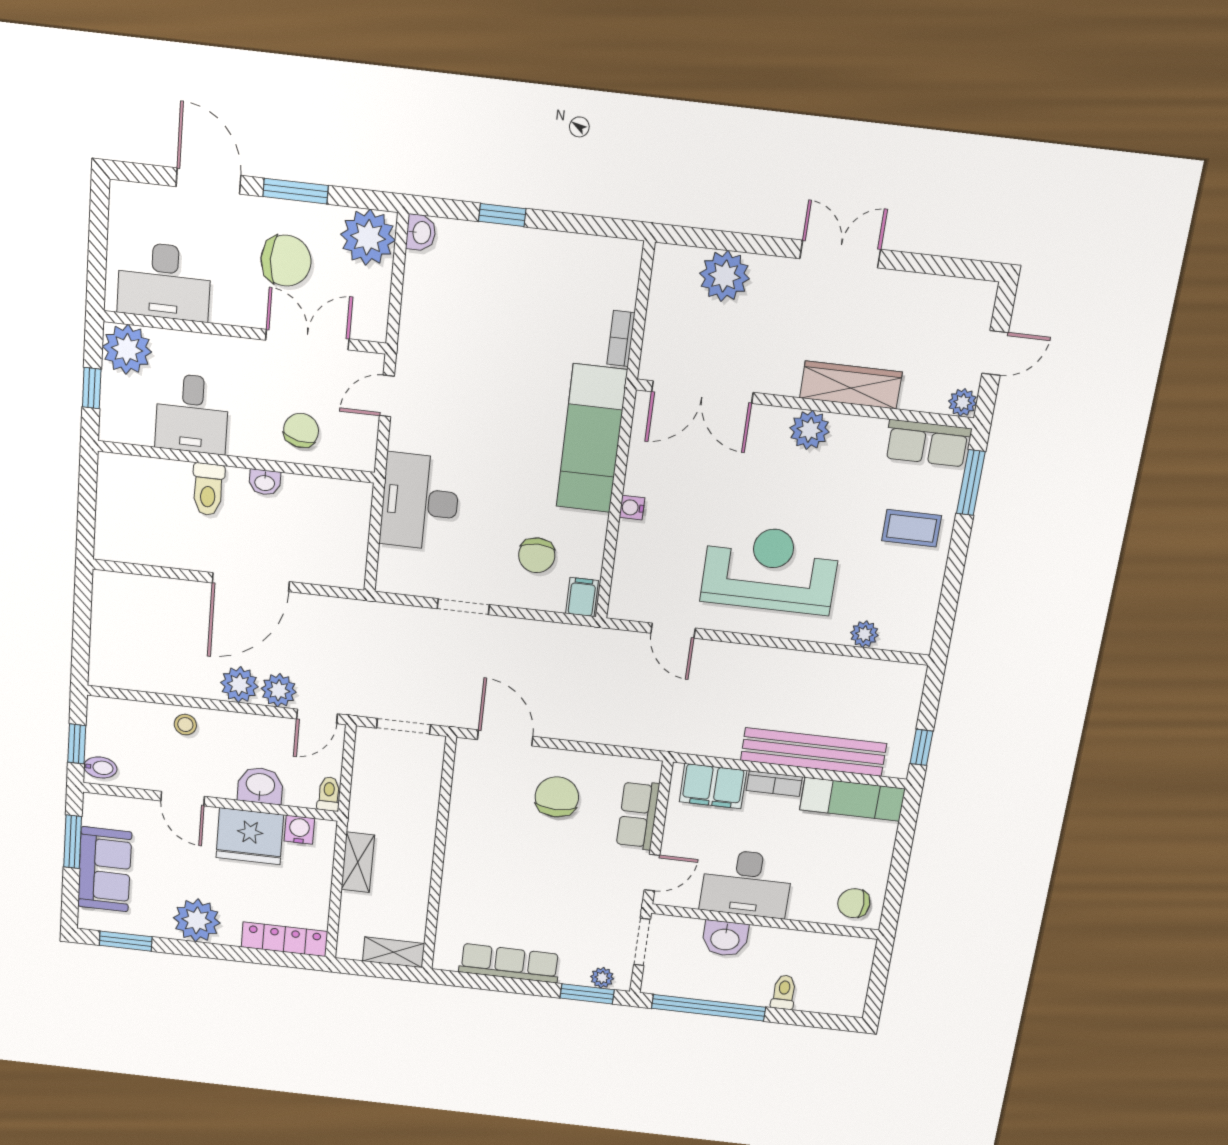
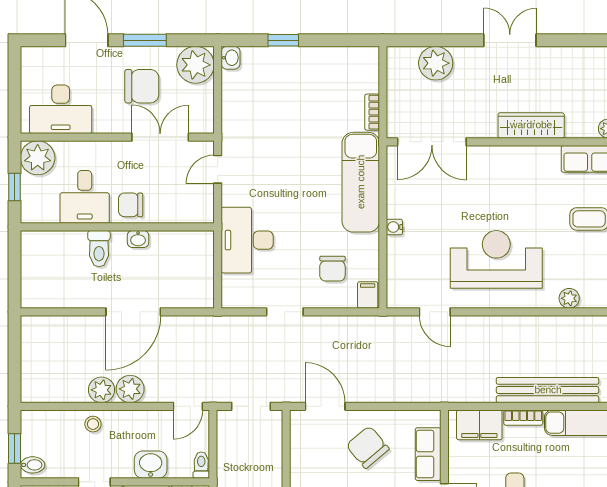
chair: (301, 430) -> (131, 205), moved, turned -102
plant: (810, 430) -> (508, 159), removed
plant: (279, 690) -> (101, 390), moved
chair: (557, 797) -> (368, 447), turned -40

